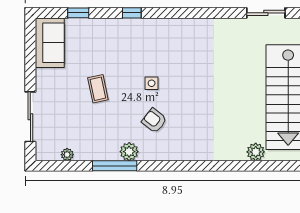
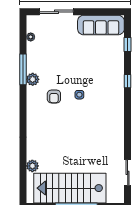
sofa: (50, 43) -> (101, 25), width x1.36
coffee table: (98, 89) -> (76, 58), removed
armchair: (154, 120) -> (54, 97), turned 142

